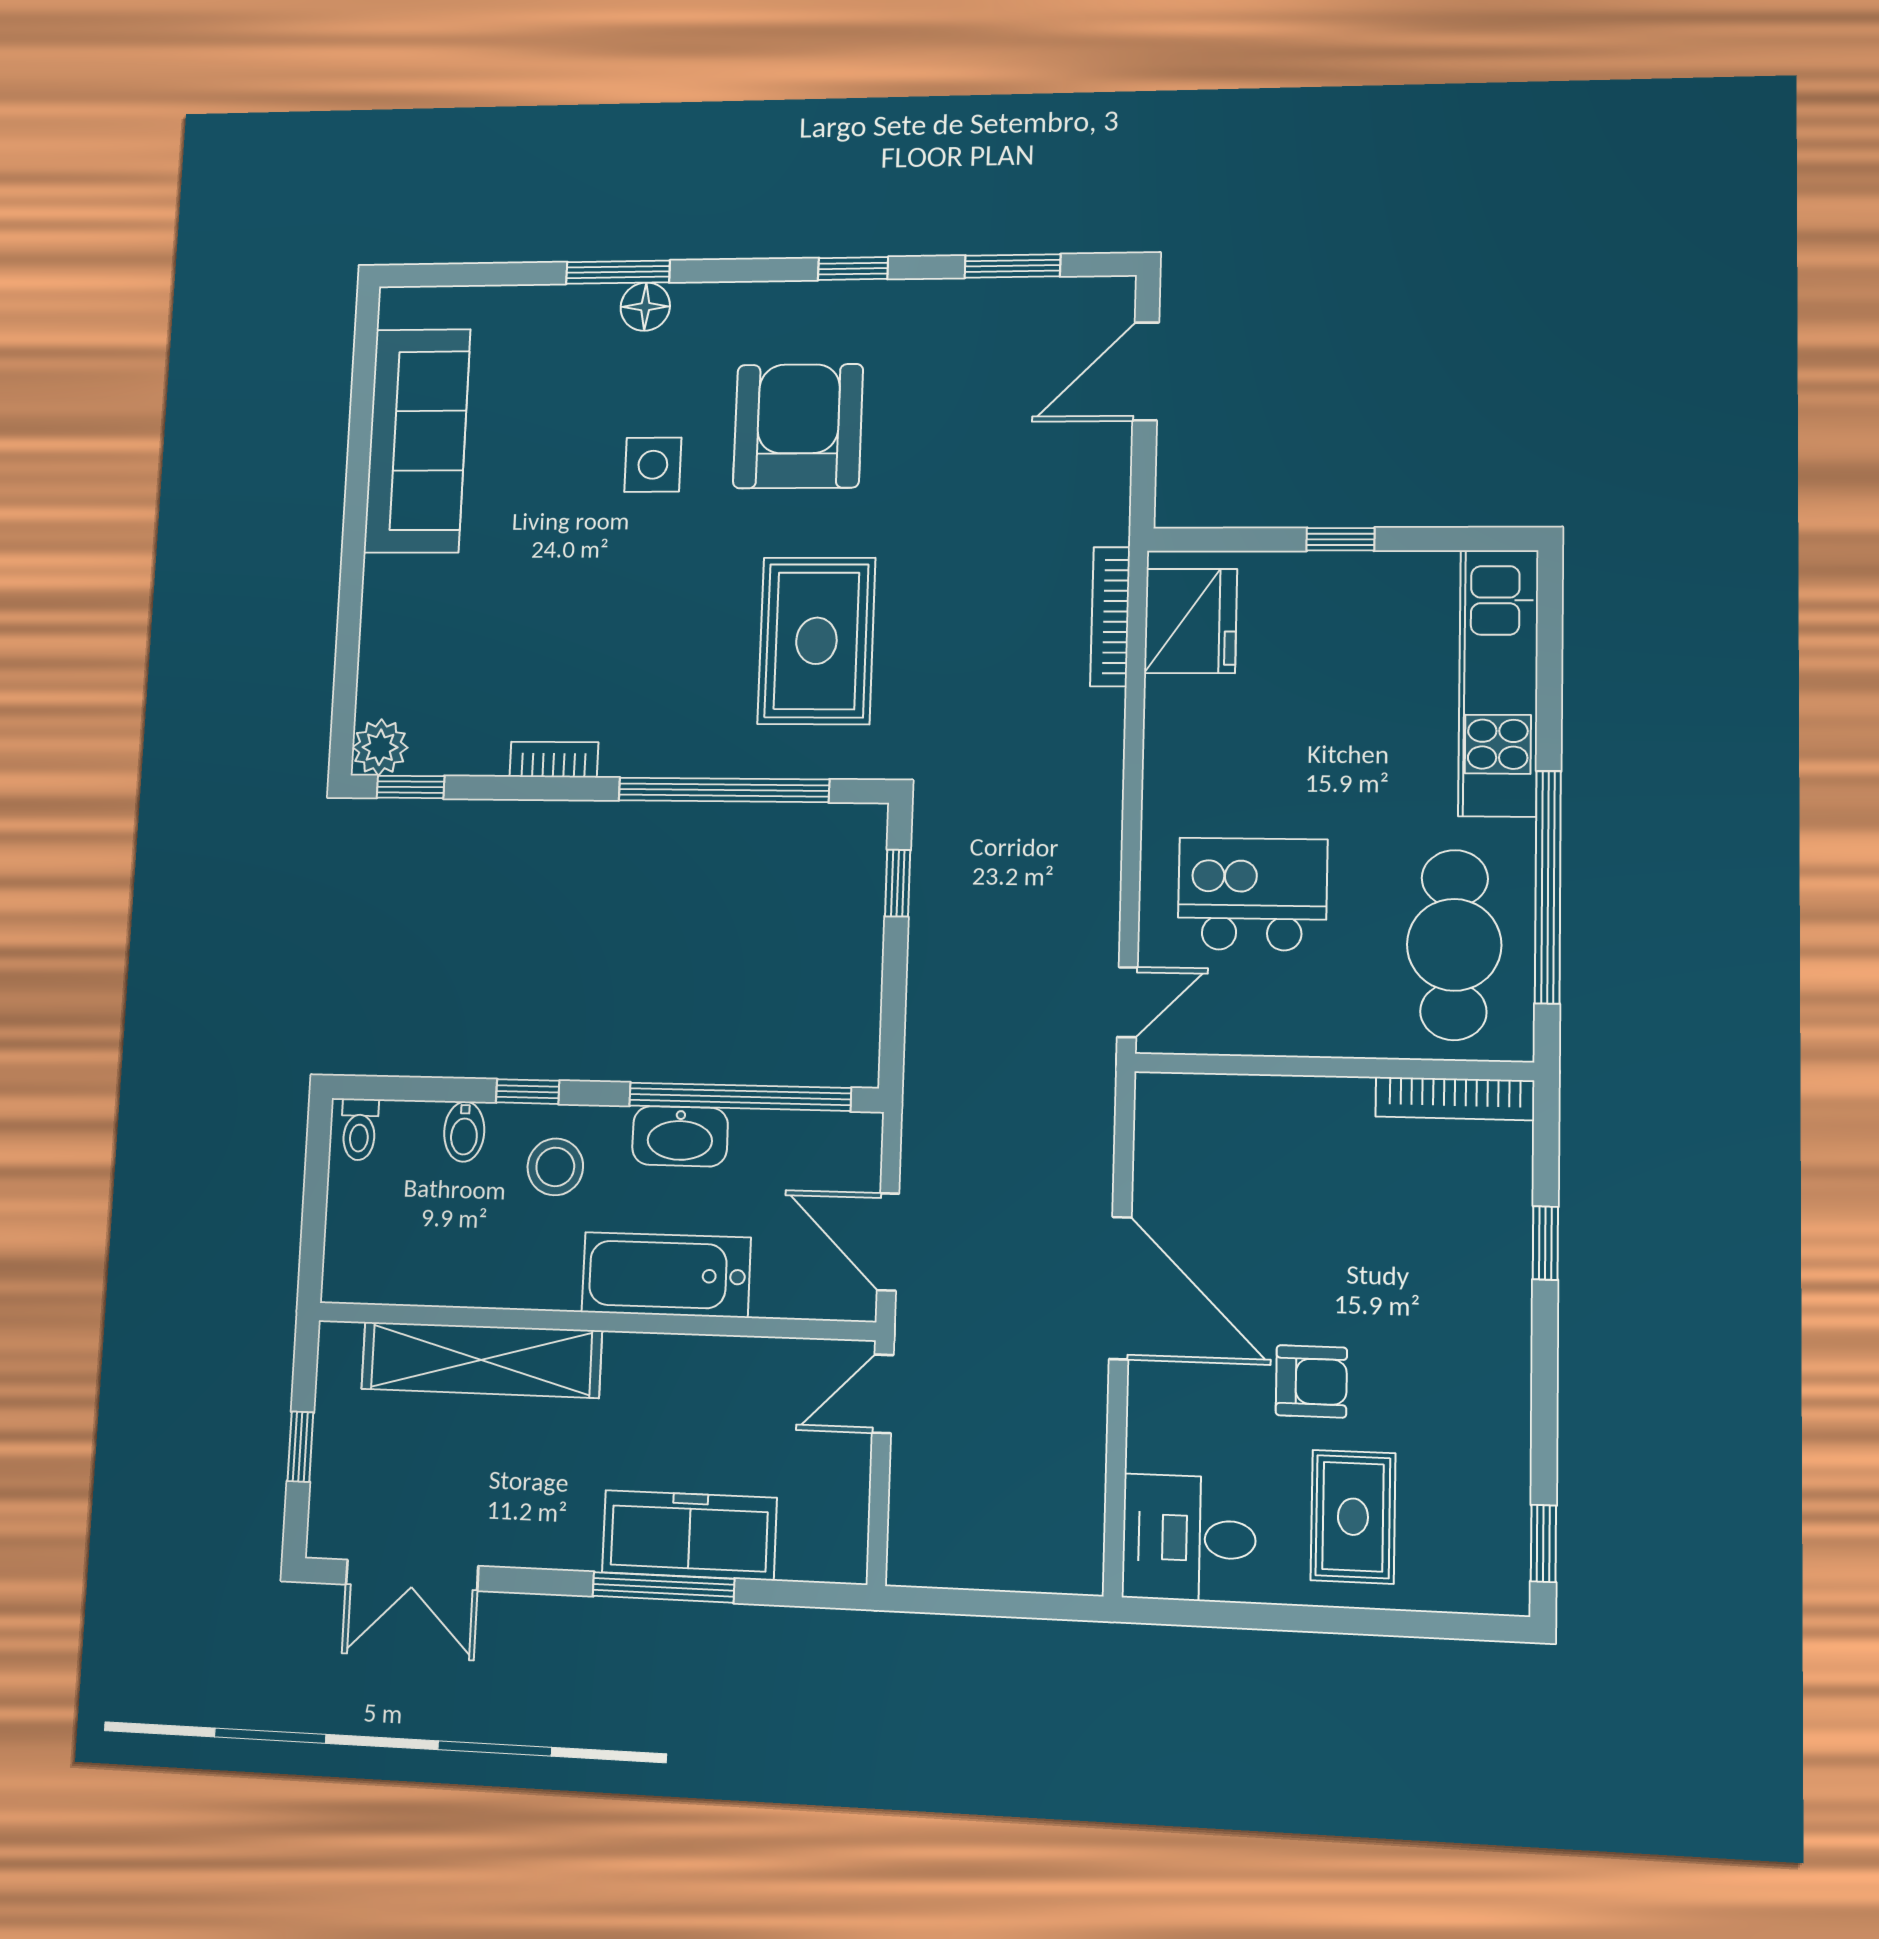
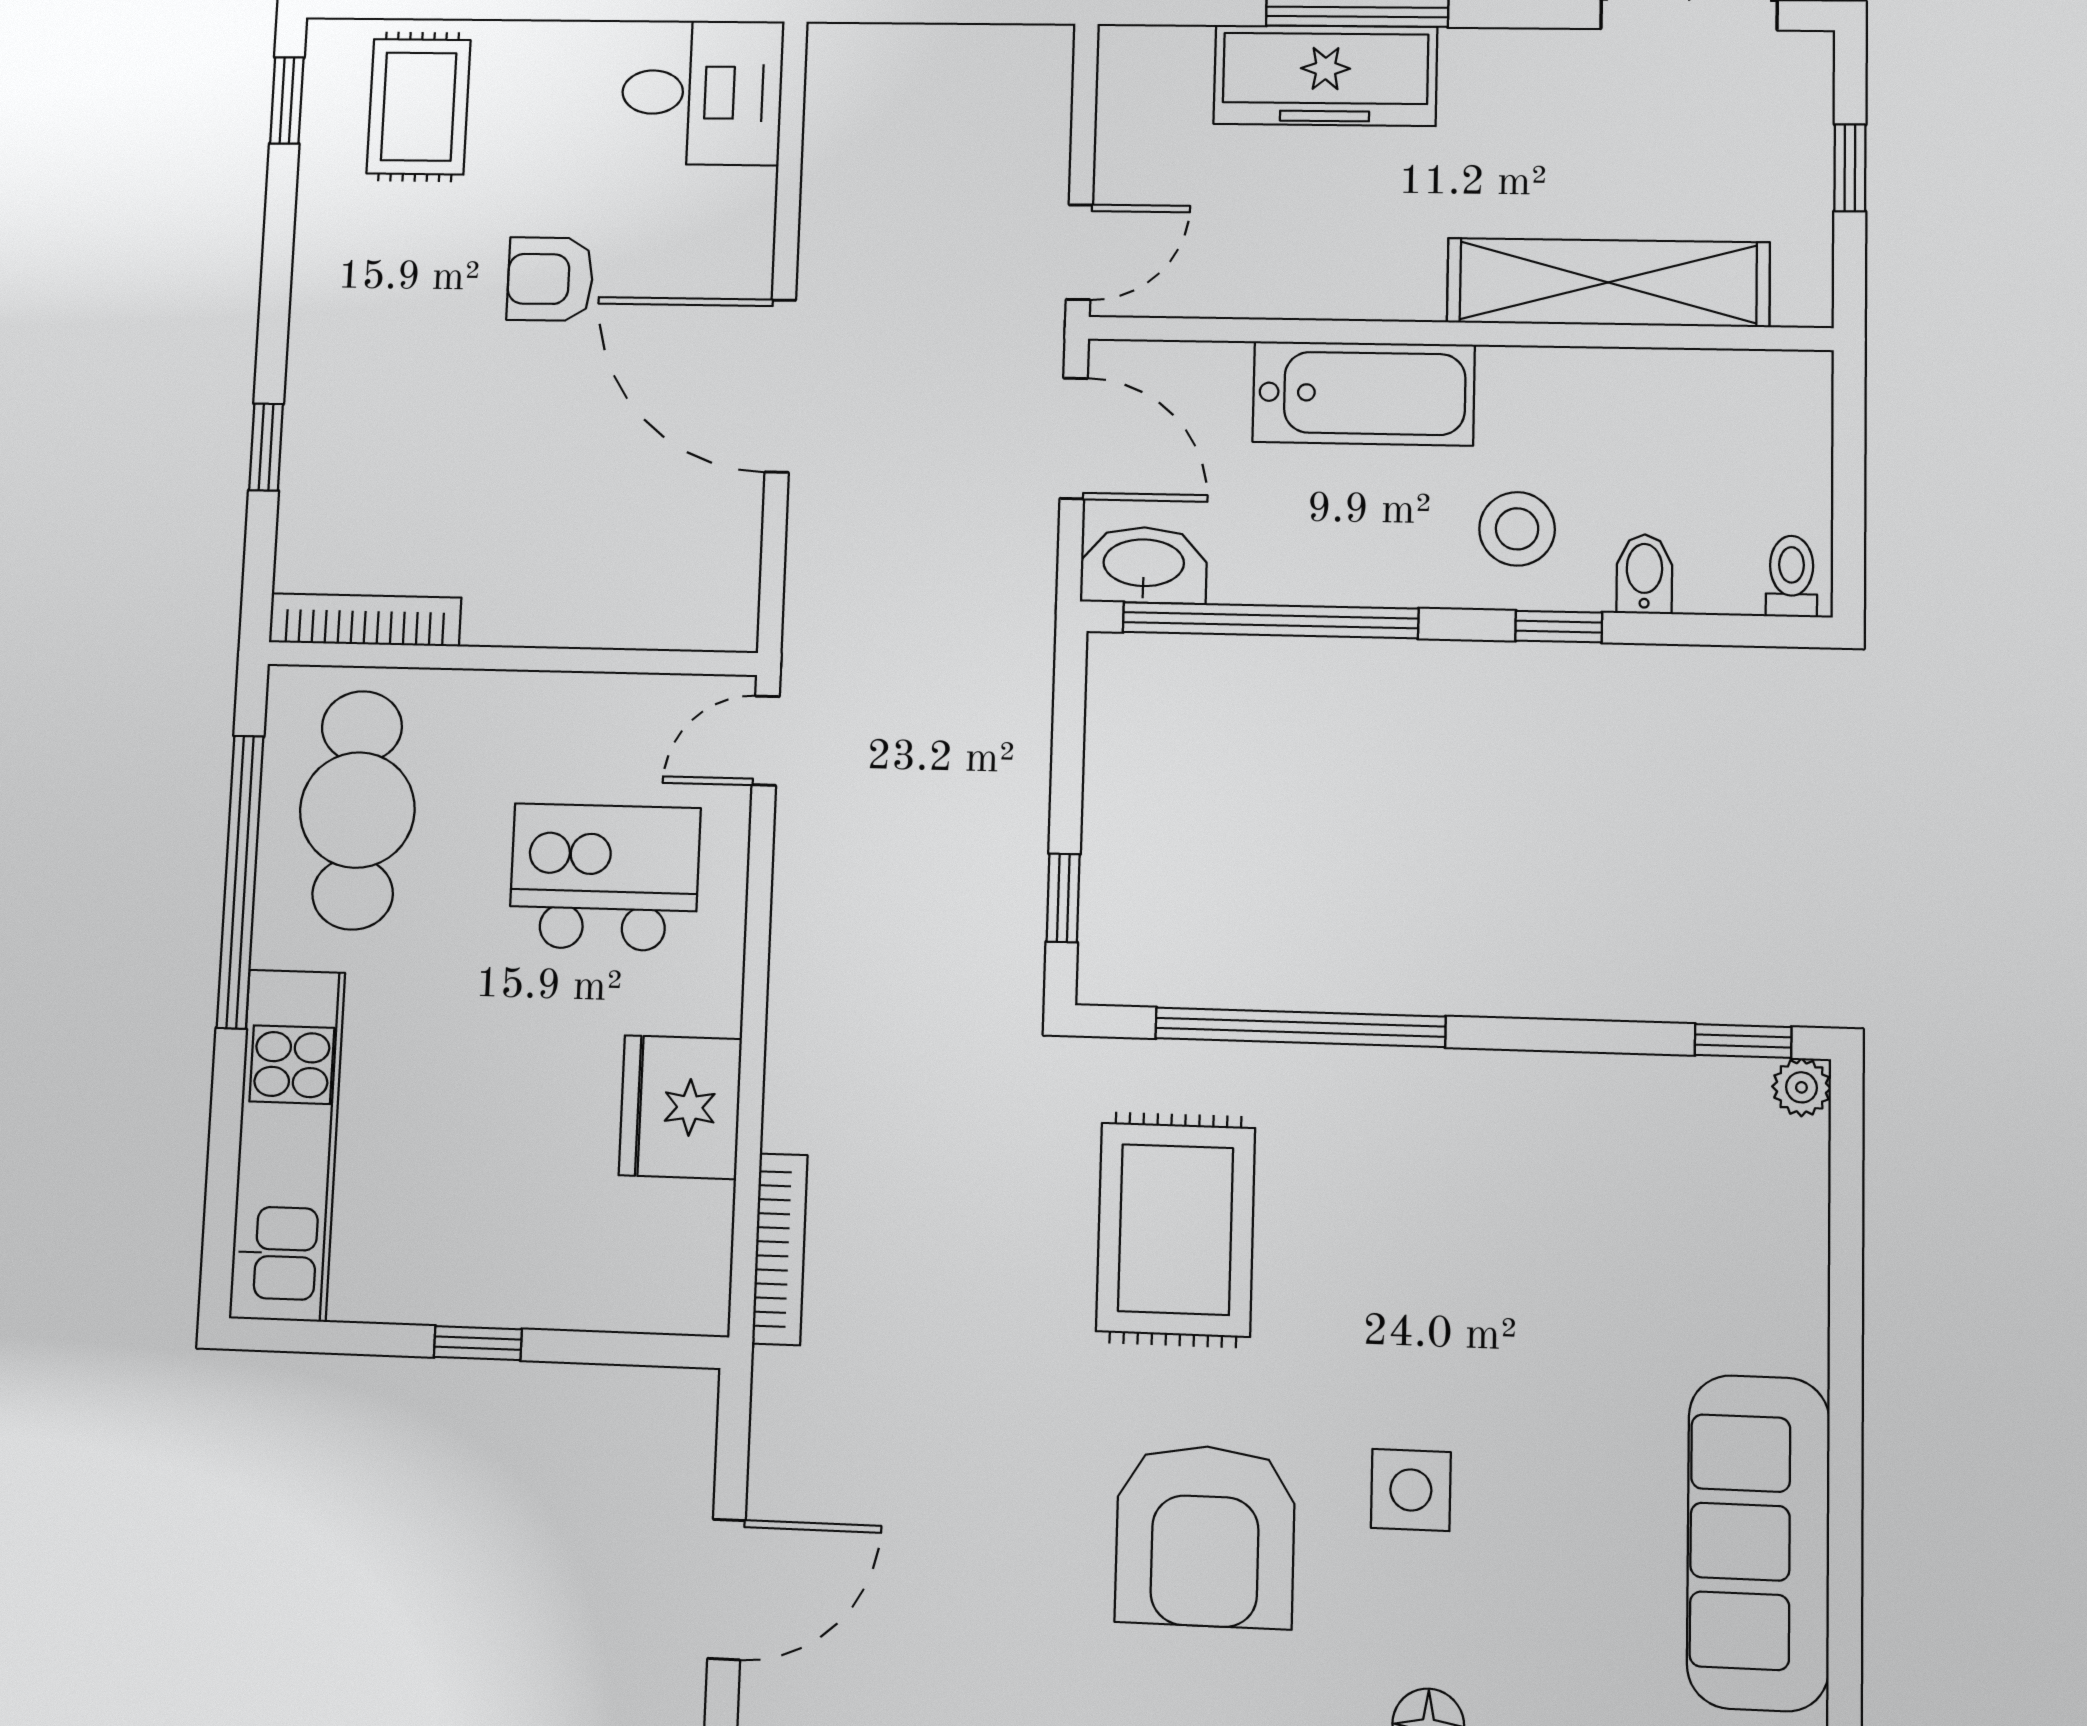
fridge: (1191, 621) -> (680, 1107), moved
plant: (380, 747) -> (1801, 1087), width x0.73, depth x0.73
bookcase: (554, 760) -> (1539, 1075), removed
kitchen island: (1252, 894) -> (605, 877), turned 180
washbasin: (680, 1136) -> (1144, 565), moved
rug: (1353, 1517) -> (419, 107), moved

